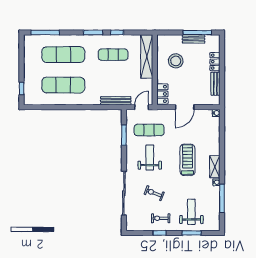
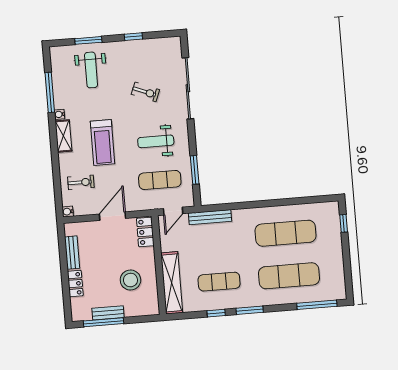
weight bench: (150, 158) -> (156, 141), turned 90
exercise bike: (161, 218) -> (81, 182), moved

